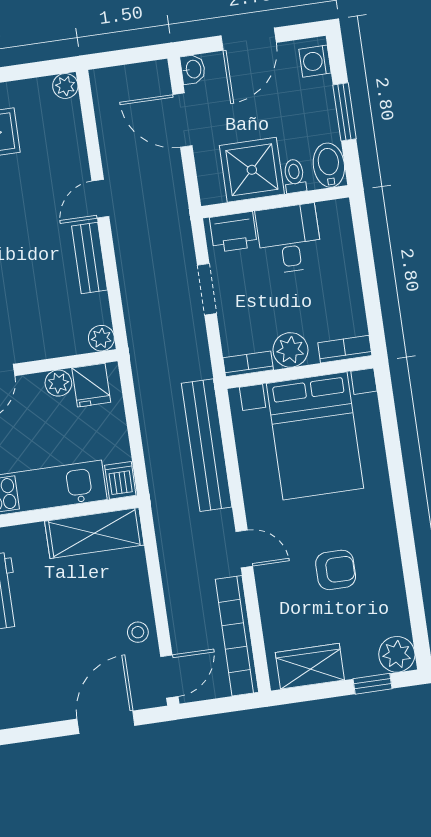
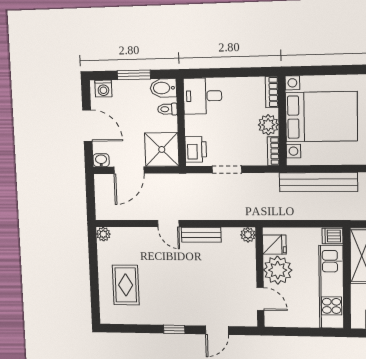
shower: (252, 170) -> (162, 149), moved
desk: (289, 239) -> (203, 96), moved
plant: (58, 383) -> (278, 270), width x1.88, depth x1.88

